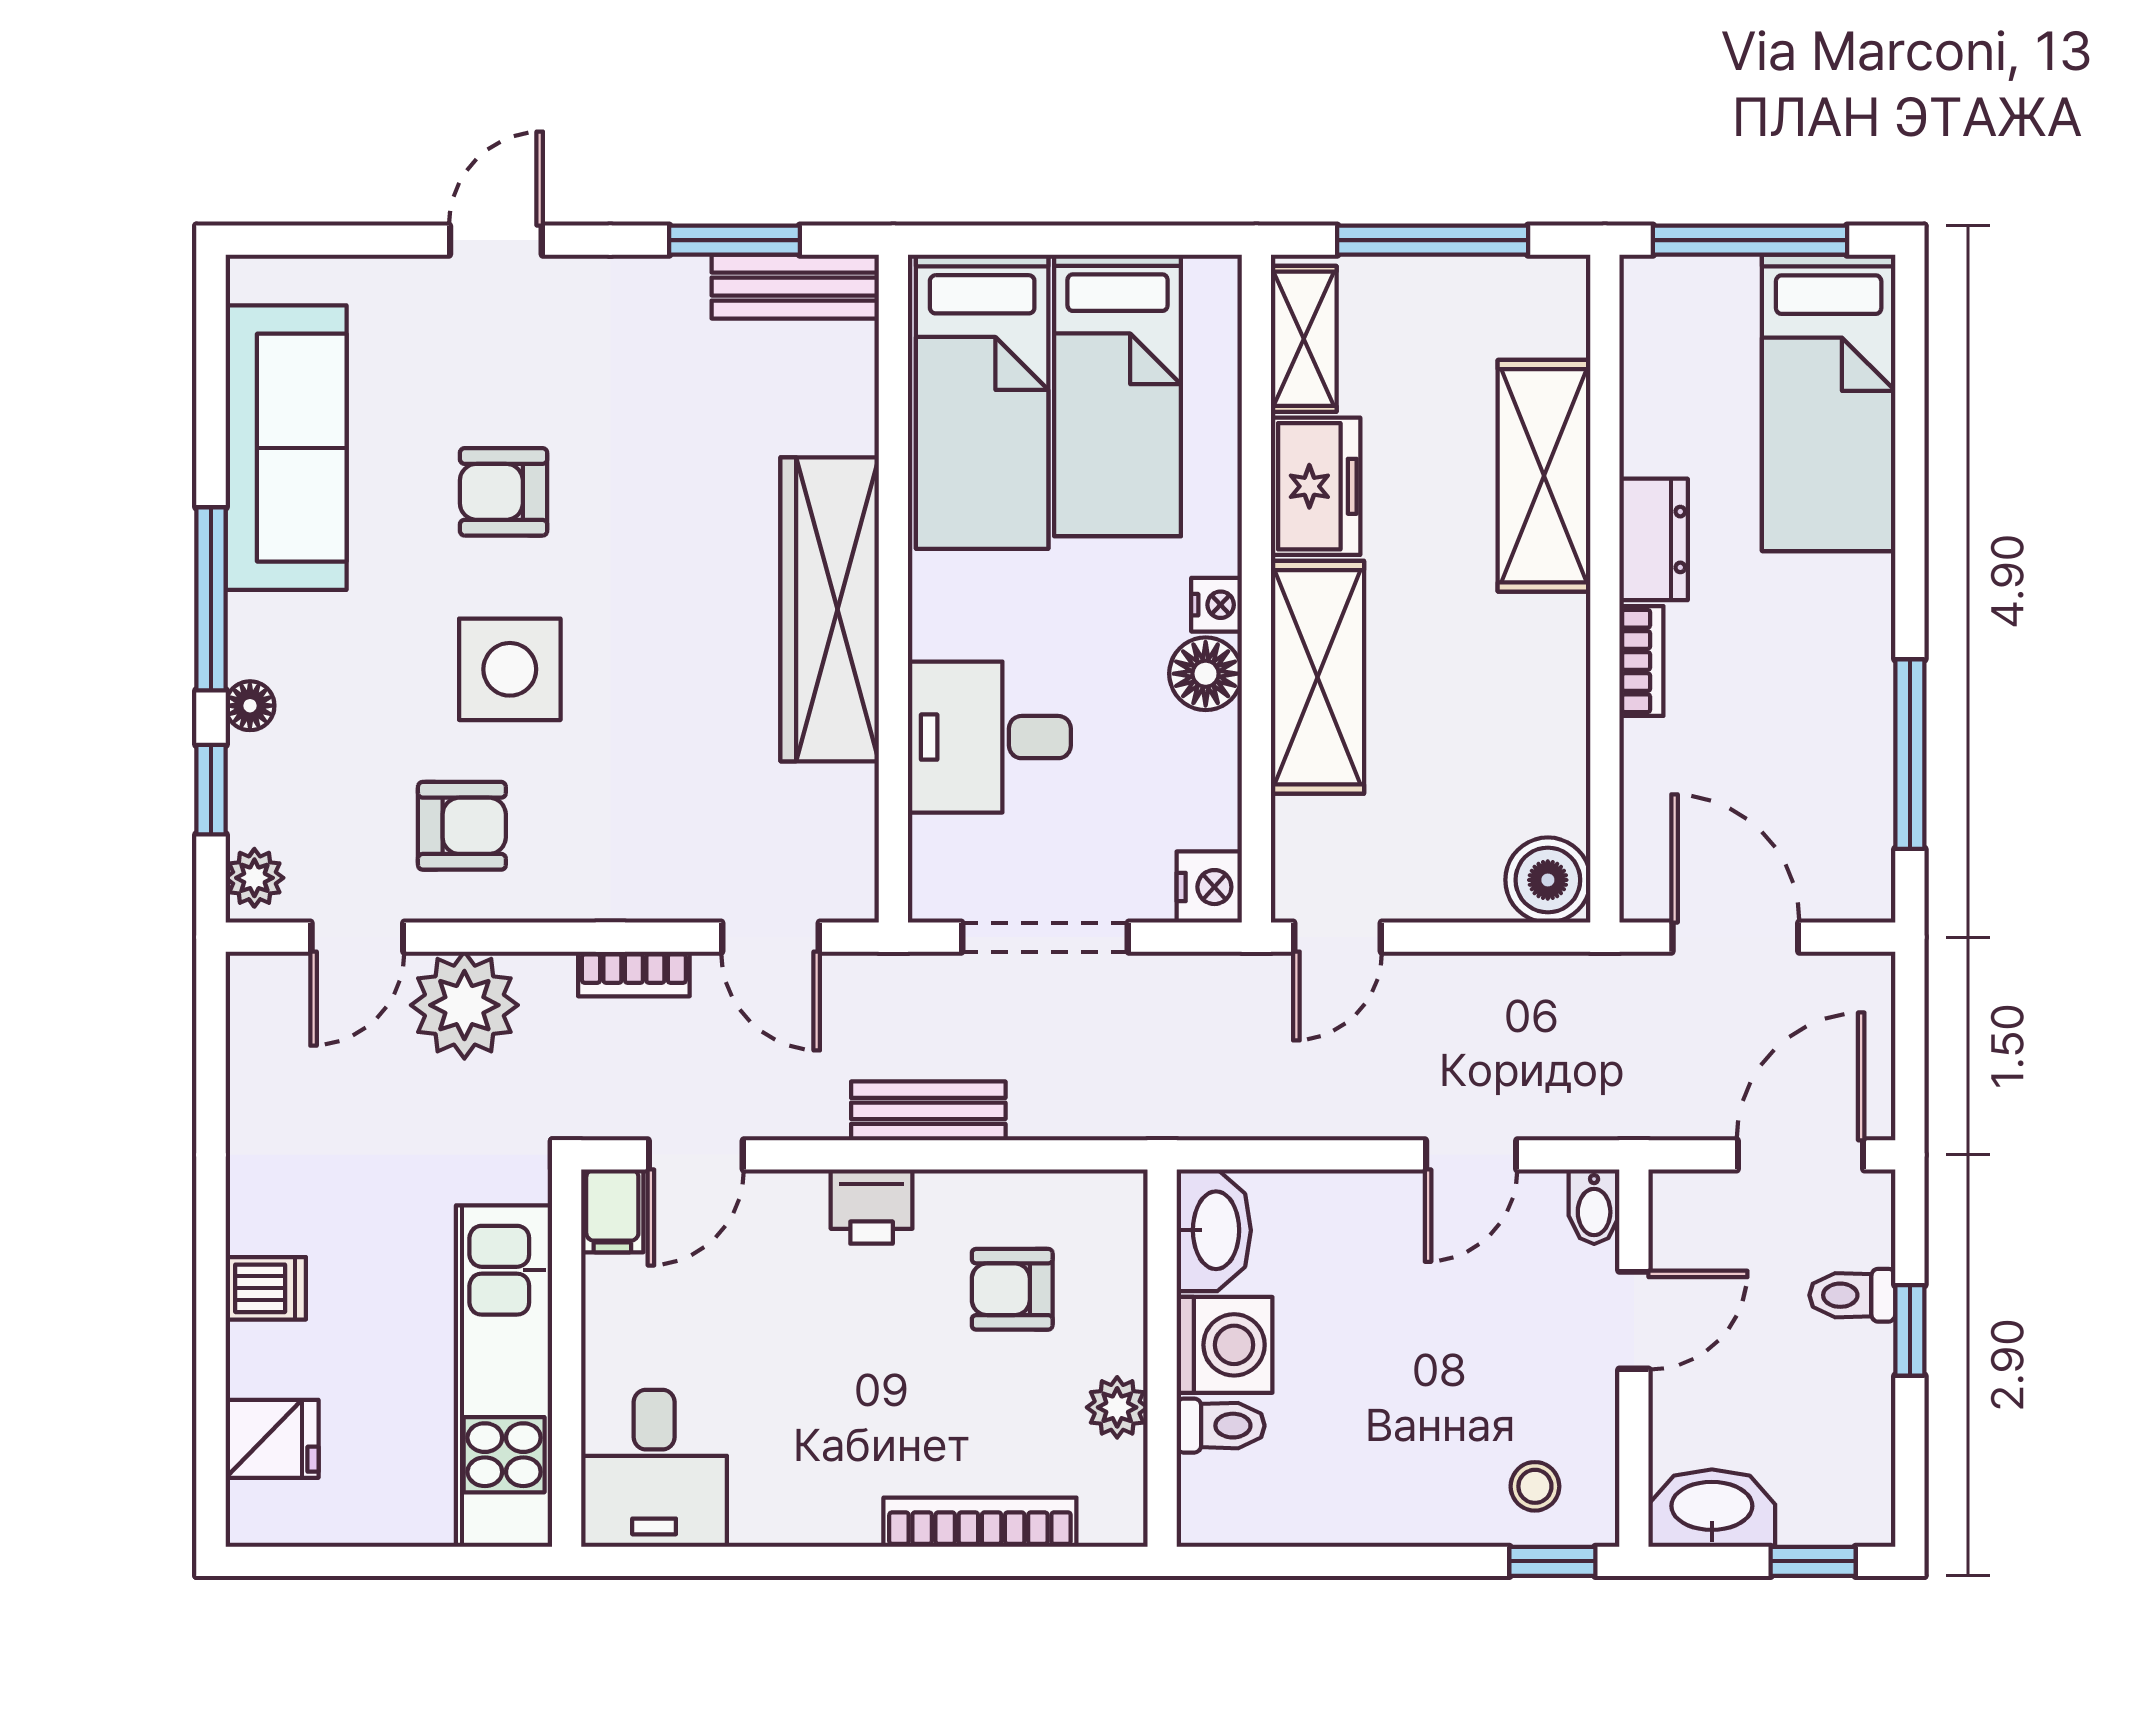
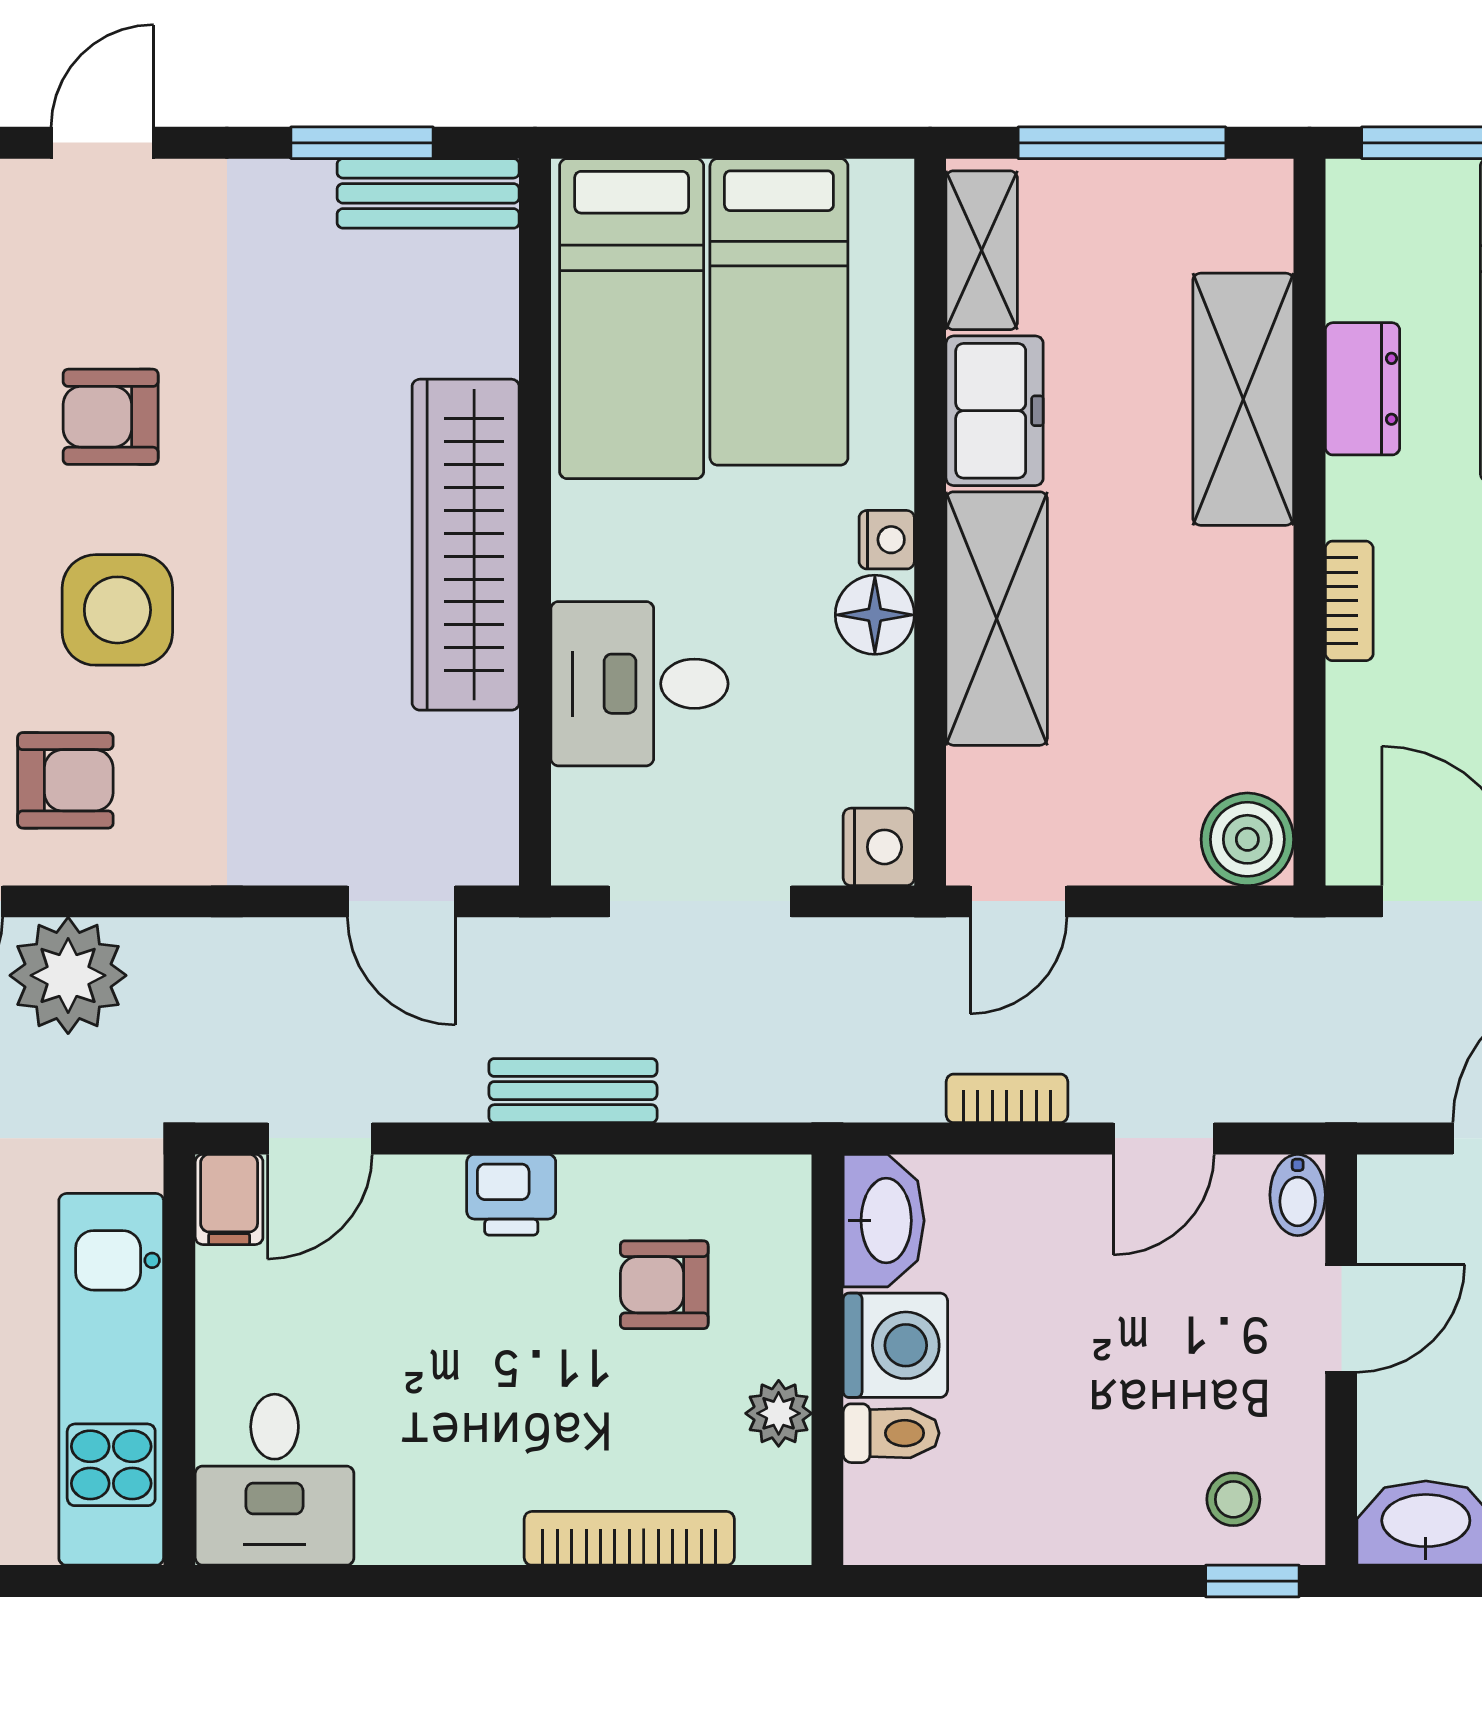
dresser: (1654, 539) -> (1362, 389), moved
bookcase: (634, 974) -> (1007, 1098), moved, turned 180

